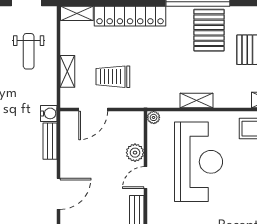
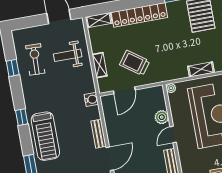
weight bench: (29, 51) -> (68, 55), turned 90
trolley: (113, 77) -> (135, 63), turned 36
bench: (50, 141) -> (98, 134), moved

